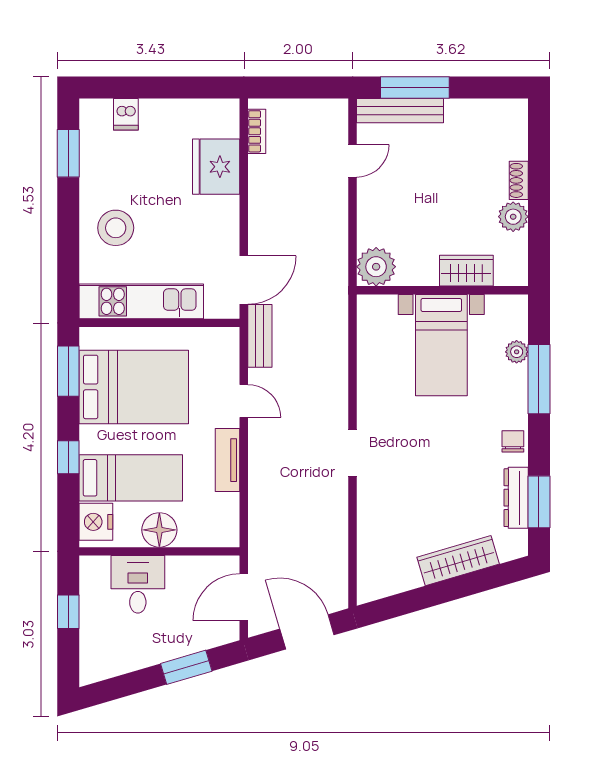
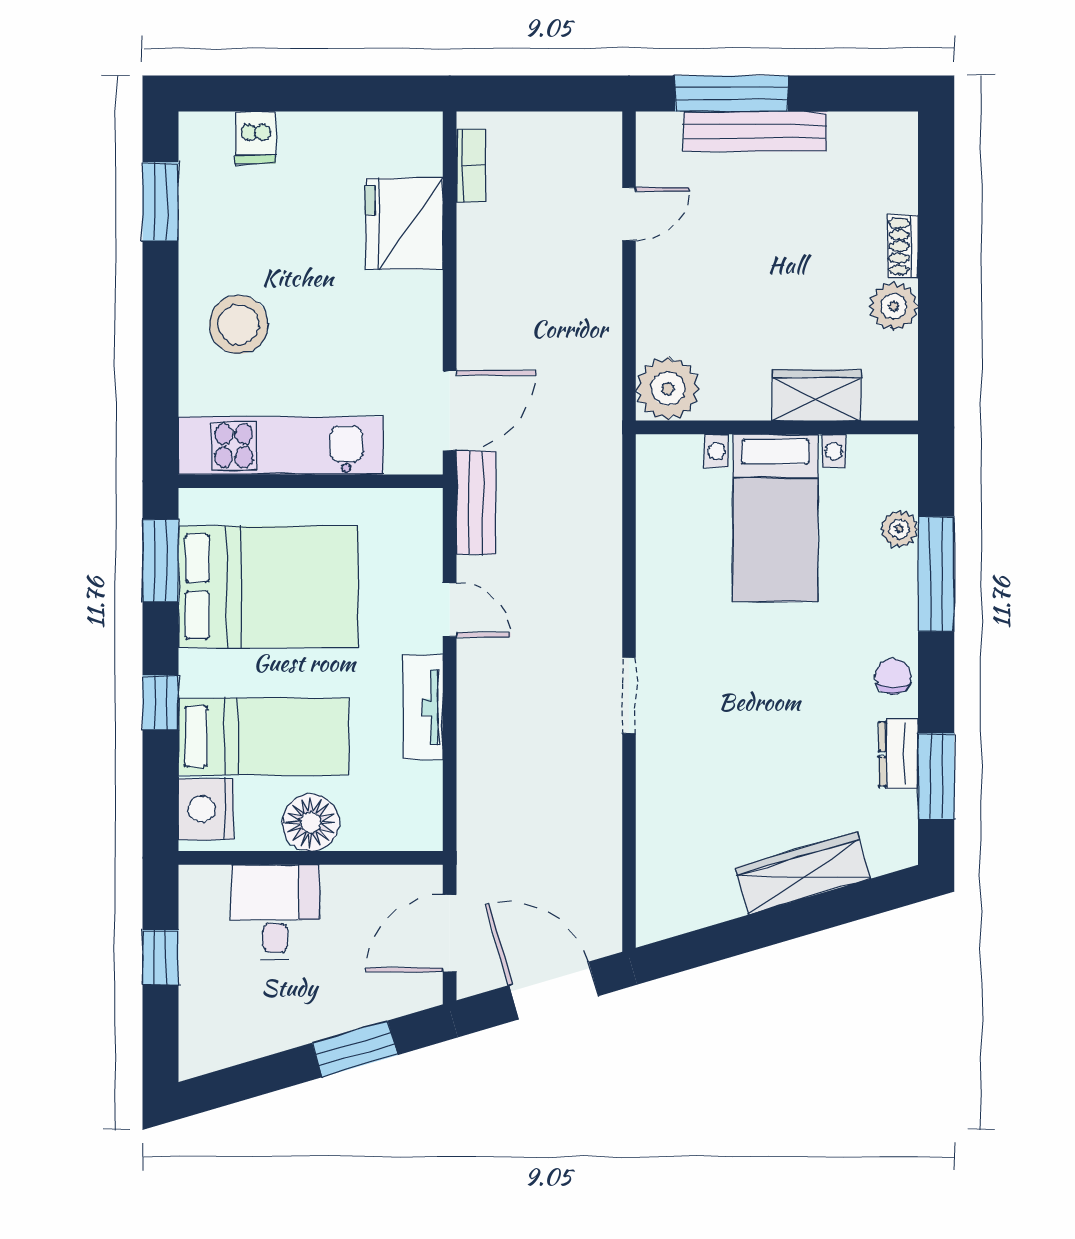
bench: (400, 111) -> (755, 131), moved
dresser: (516, 498) -> (898, 754), width x0.70

